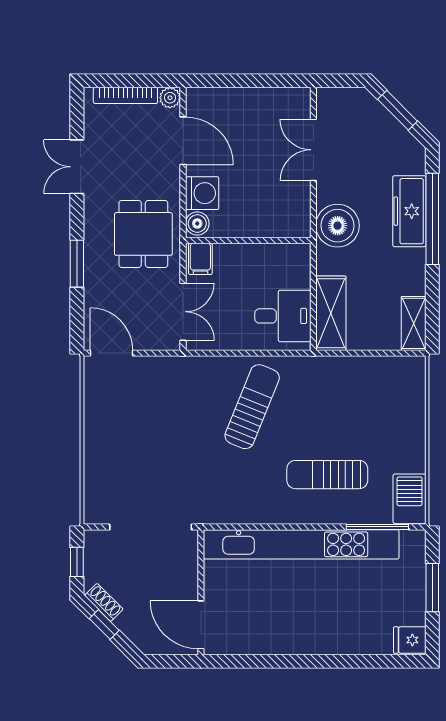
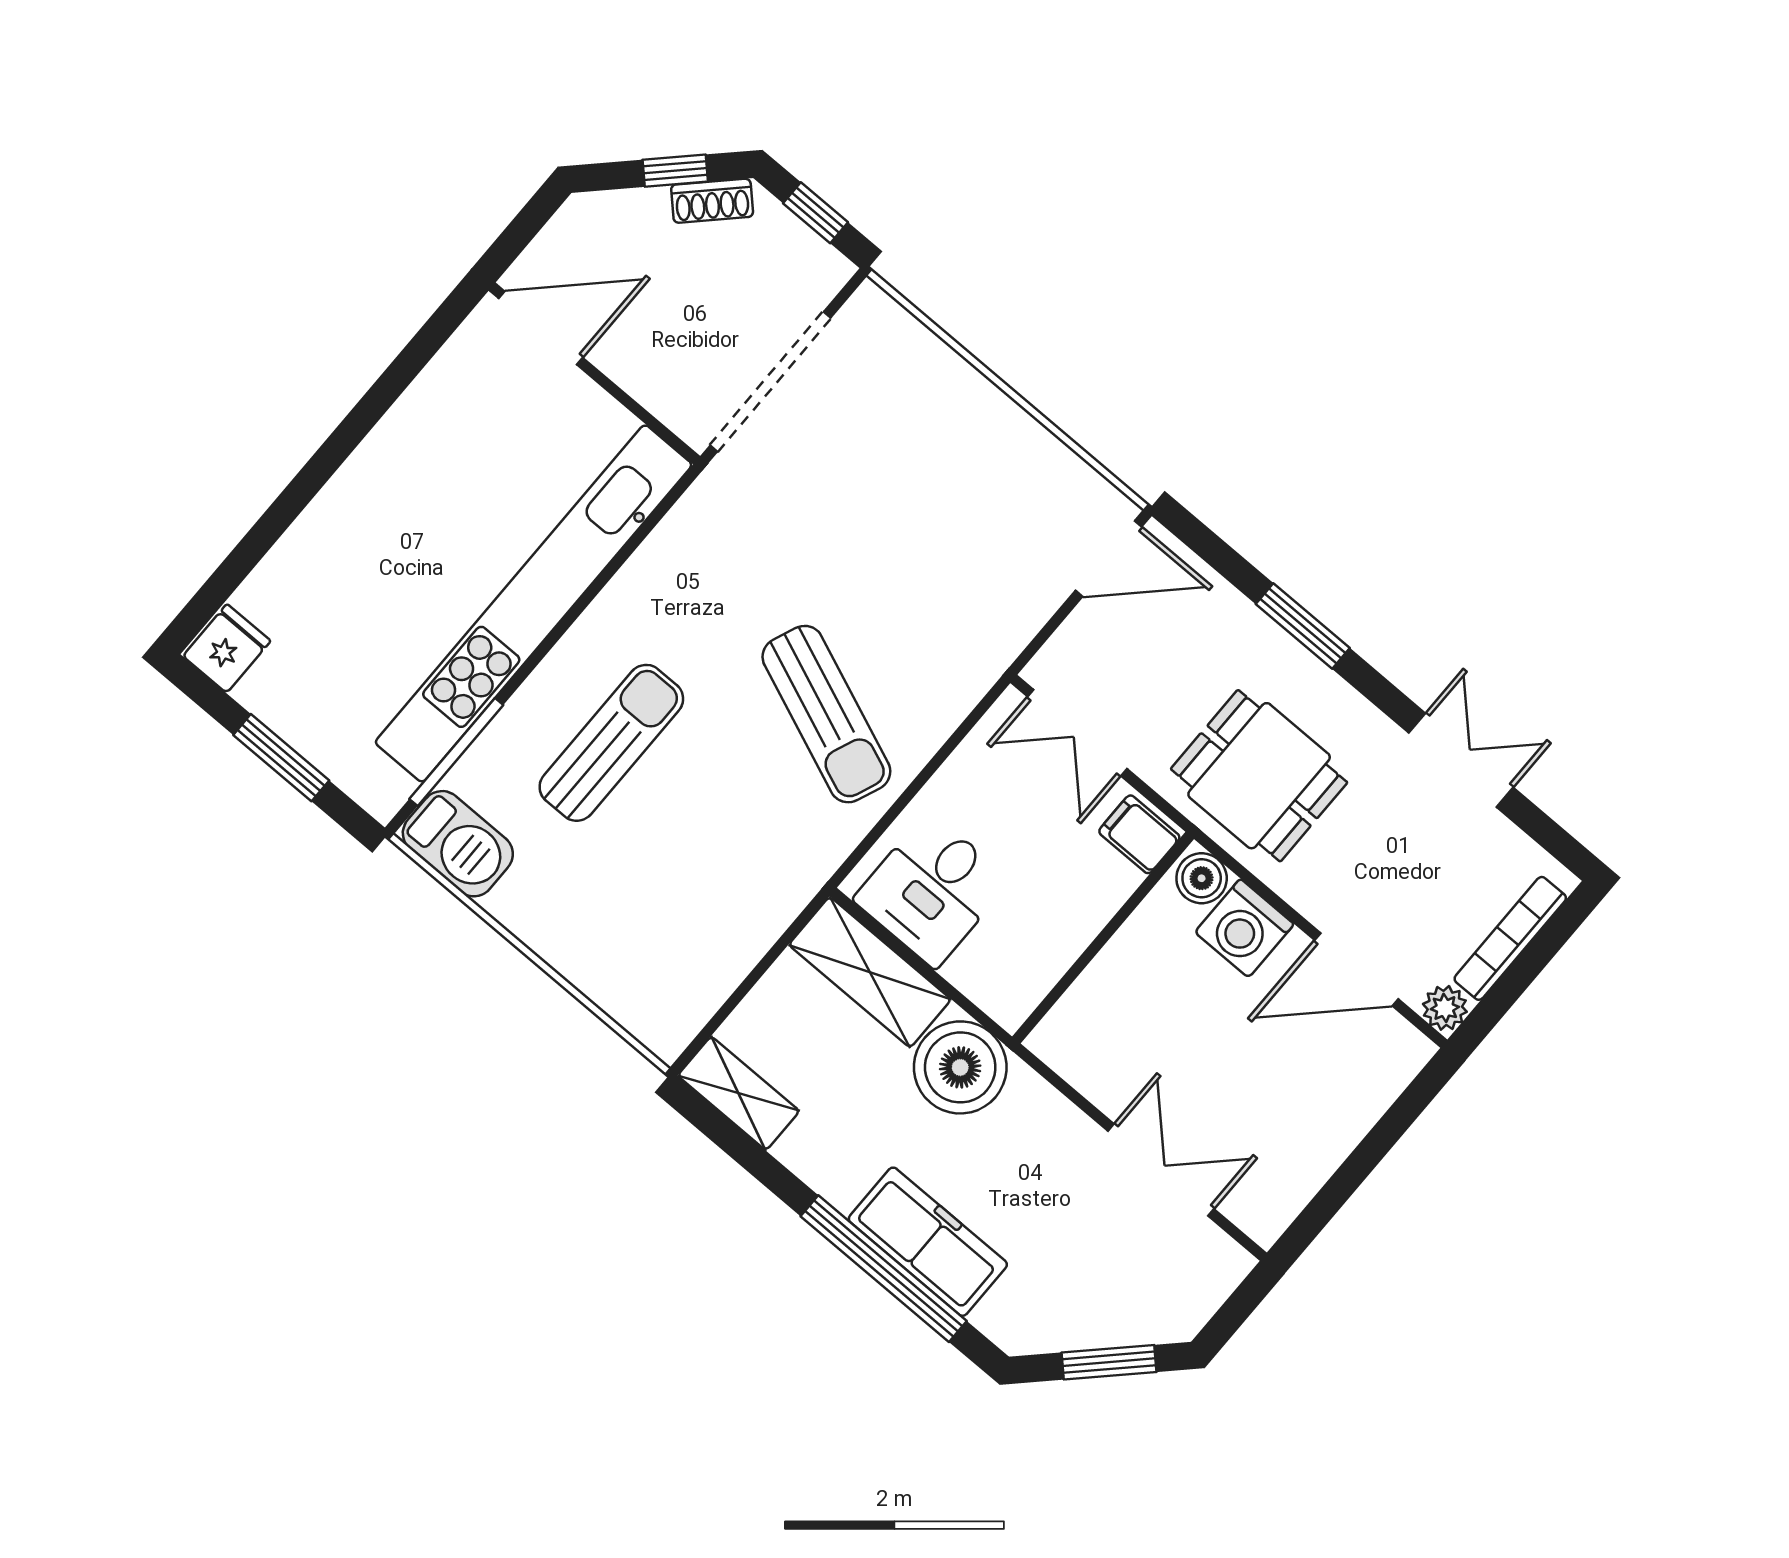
boiler: (338, 226) -> (960, 1067), moved

